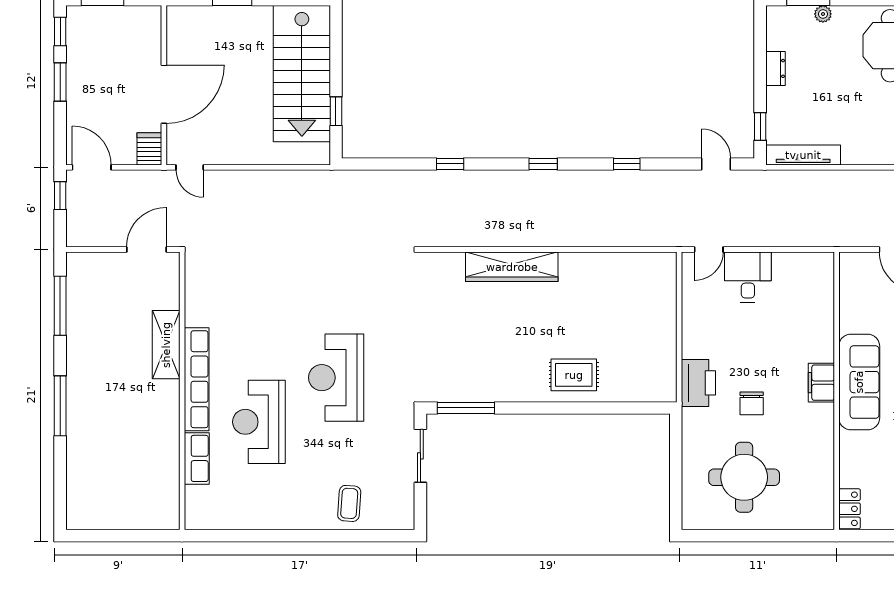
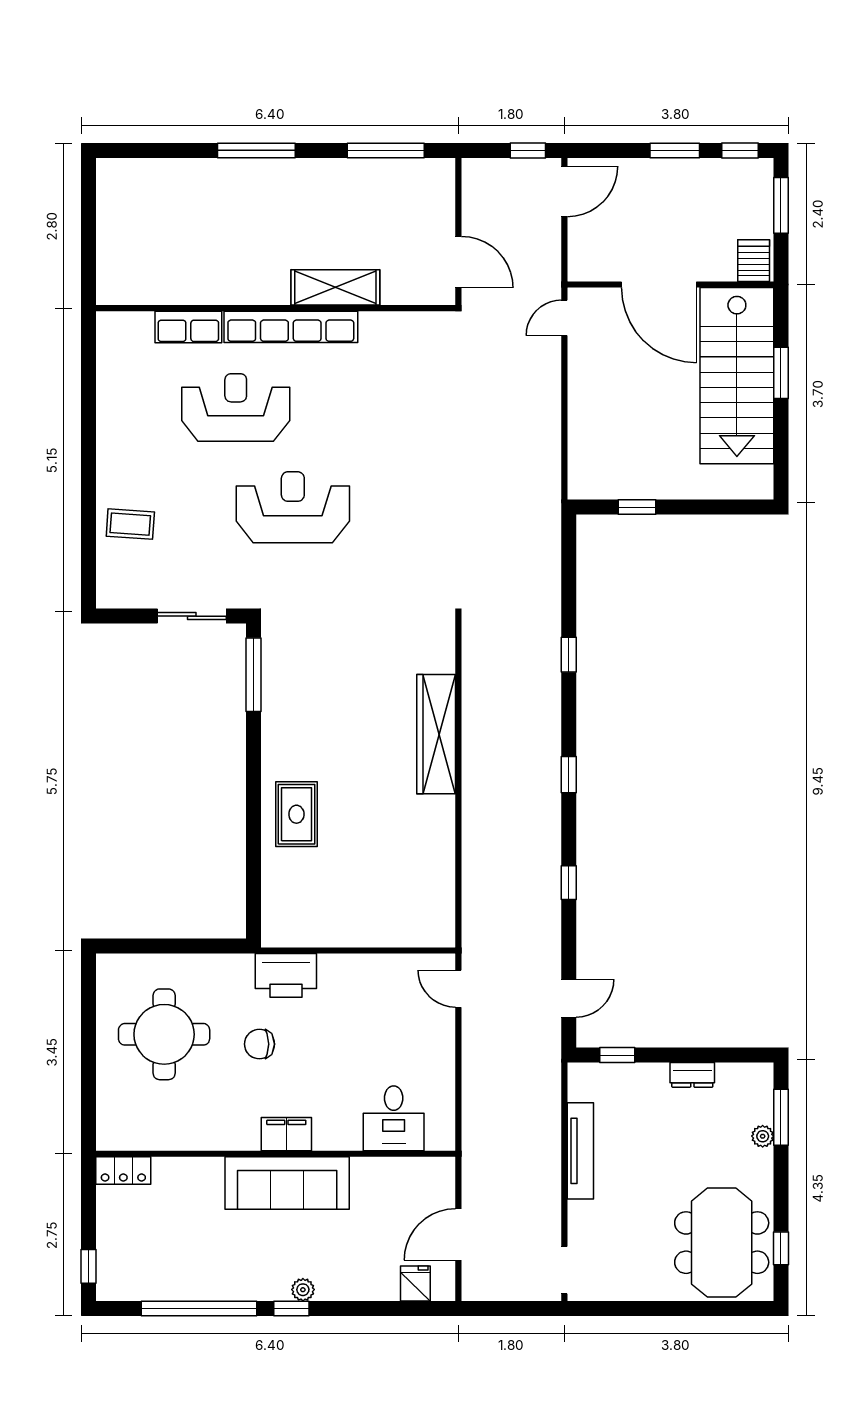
stairs: (302, 74) -> (737, 376), moved, turned -90
server rack: (149, 149) -> (754, 261), moved, turned -90
tv unit: (803, 155) -> (580, 1151), moved
desk: (748, 277) -> (394, 1118), moved, turned 90

